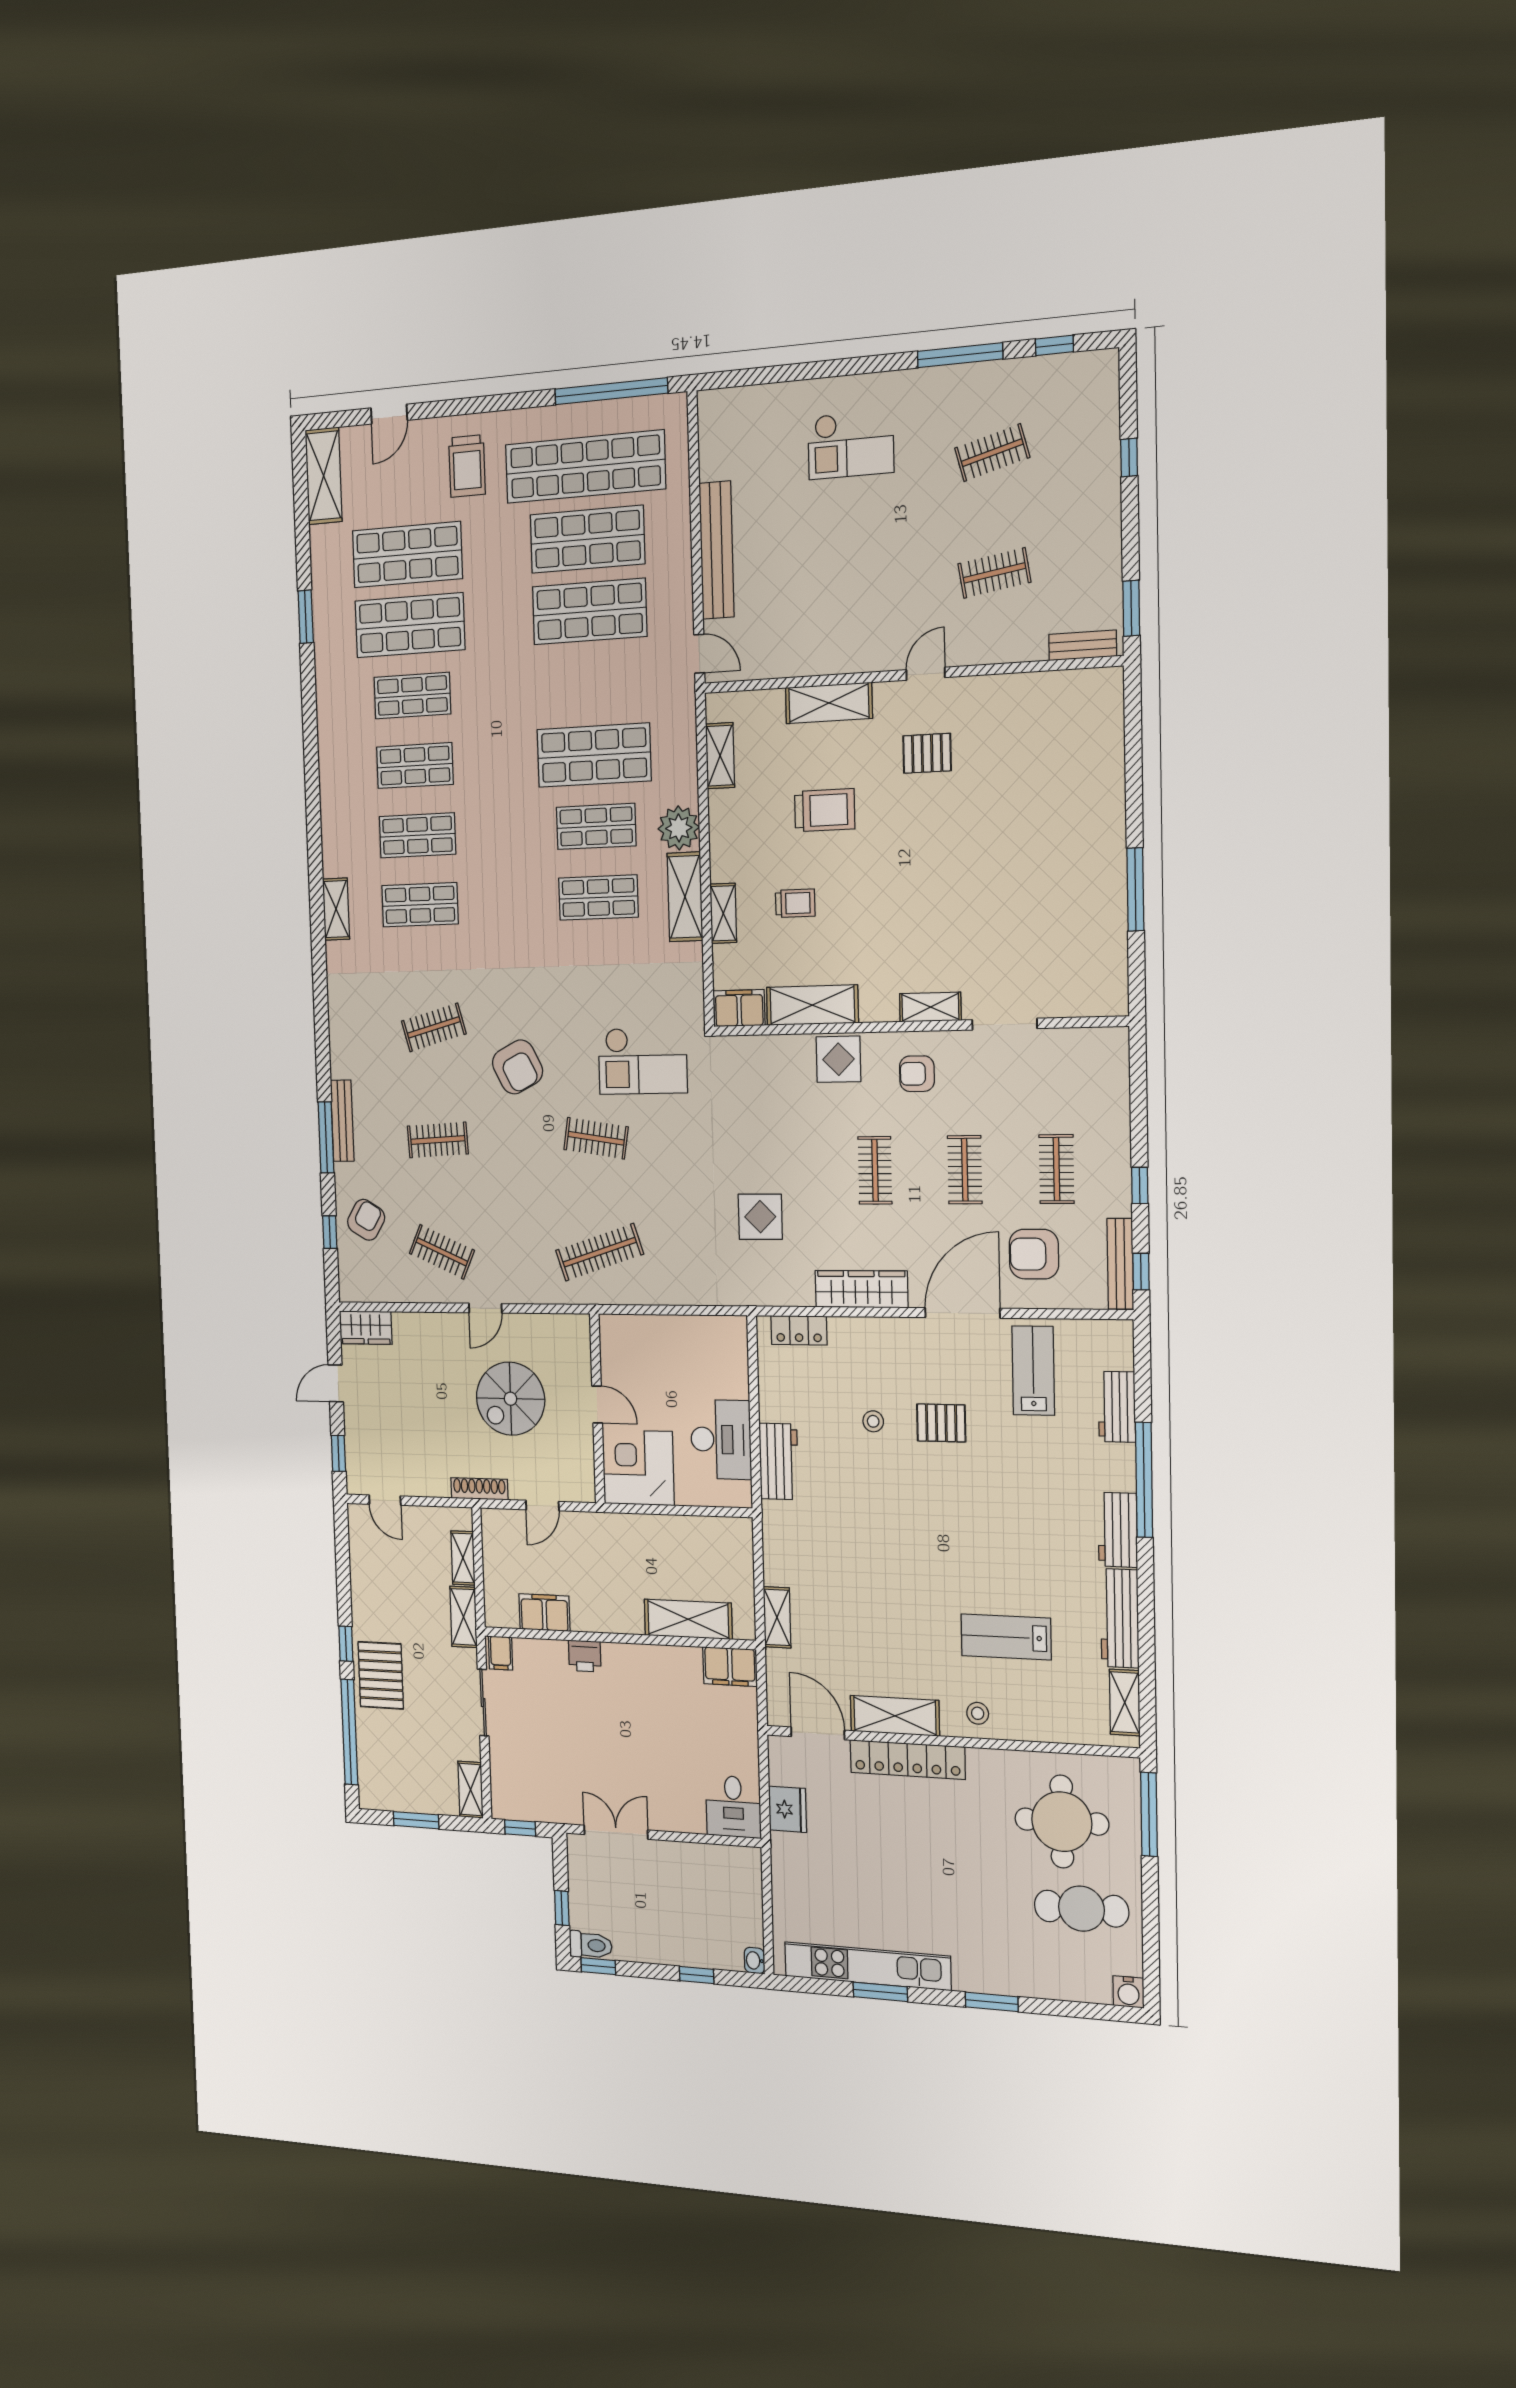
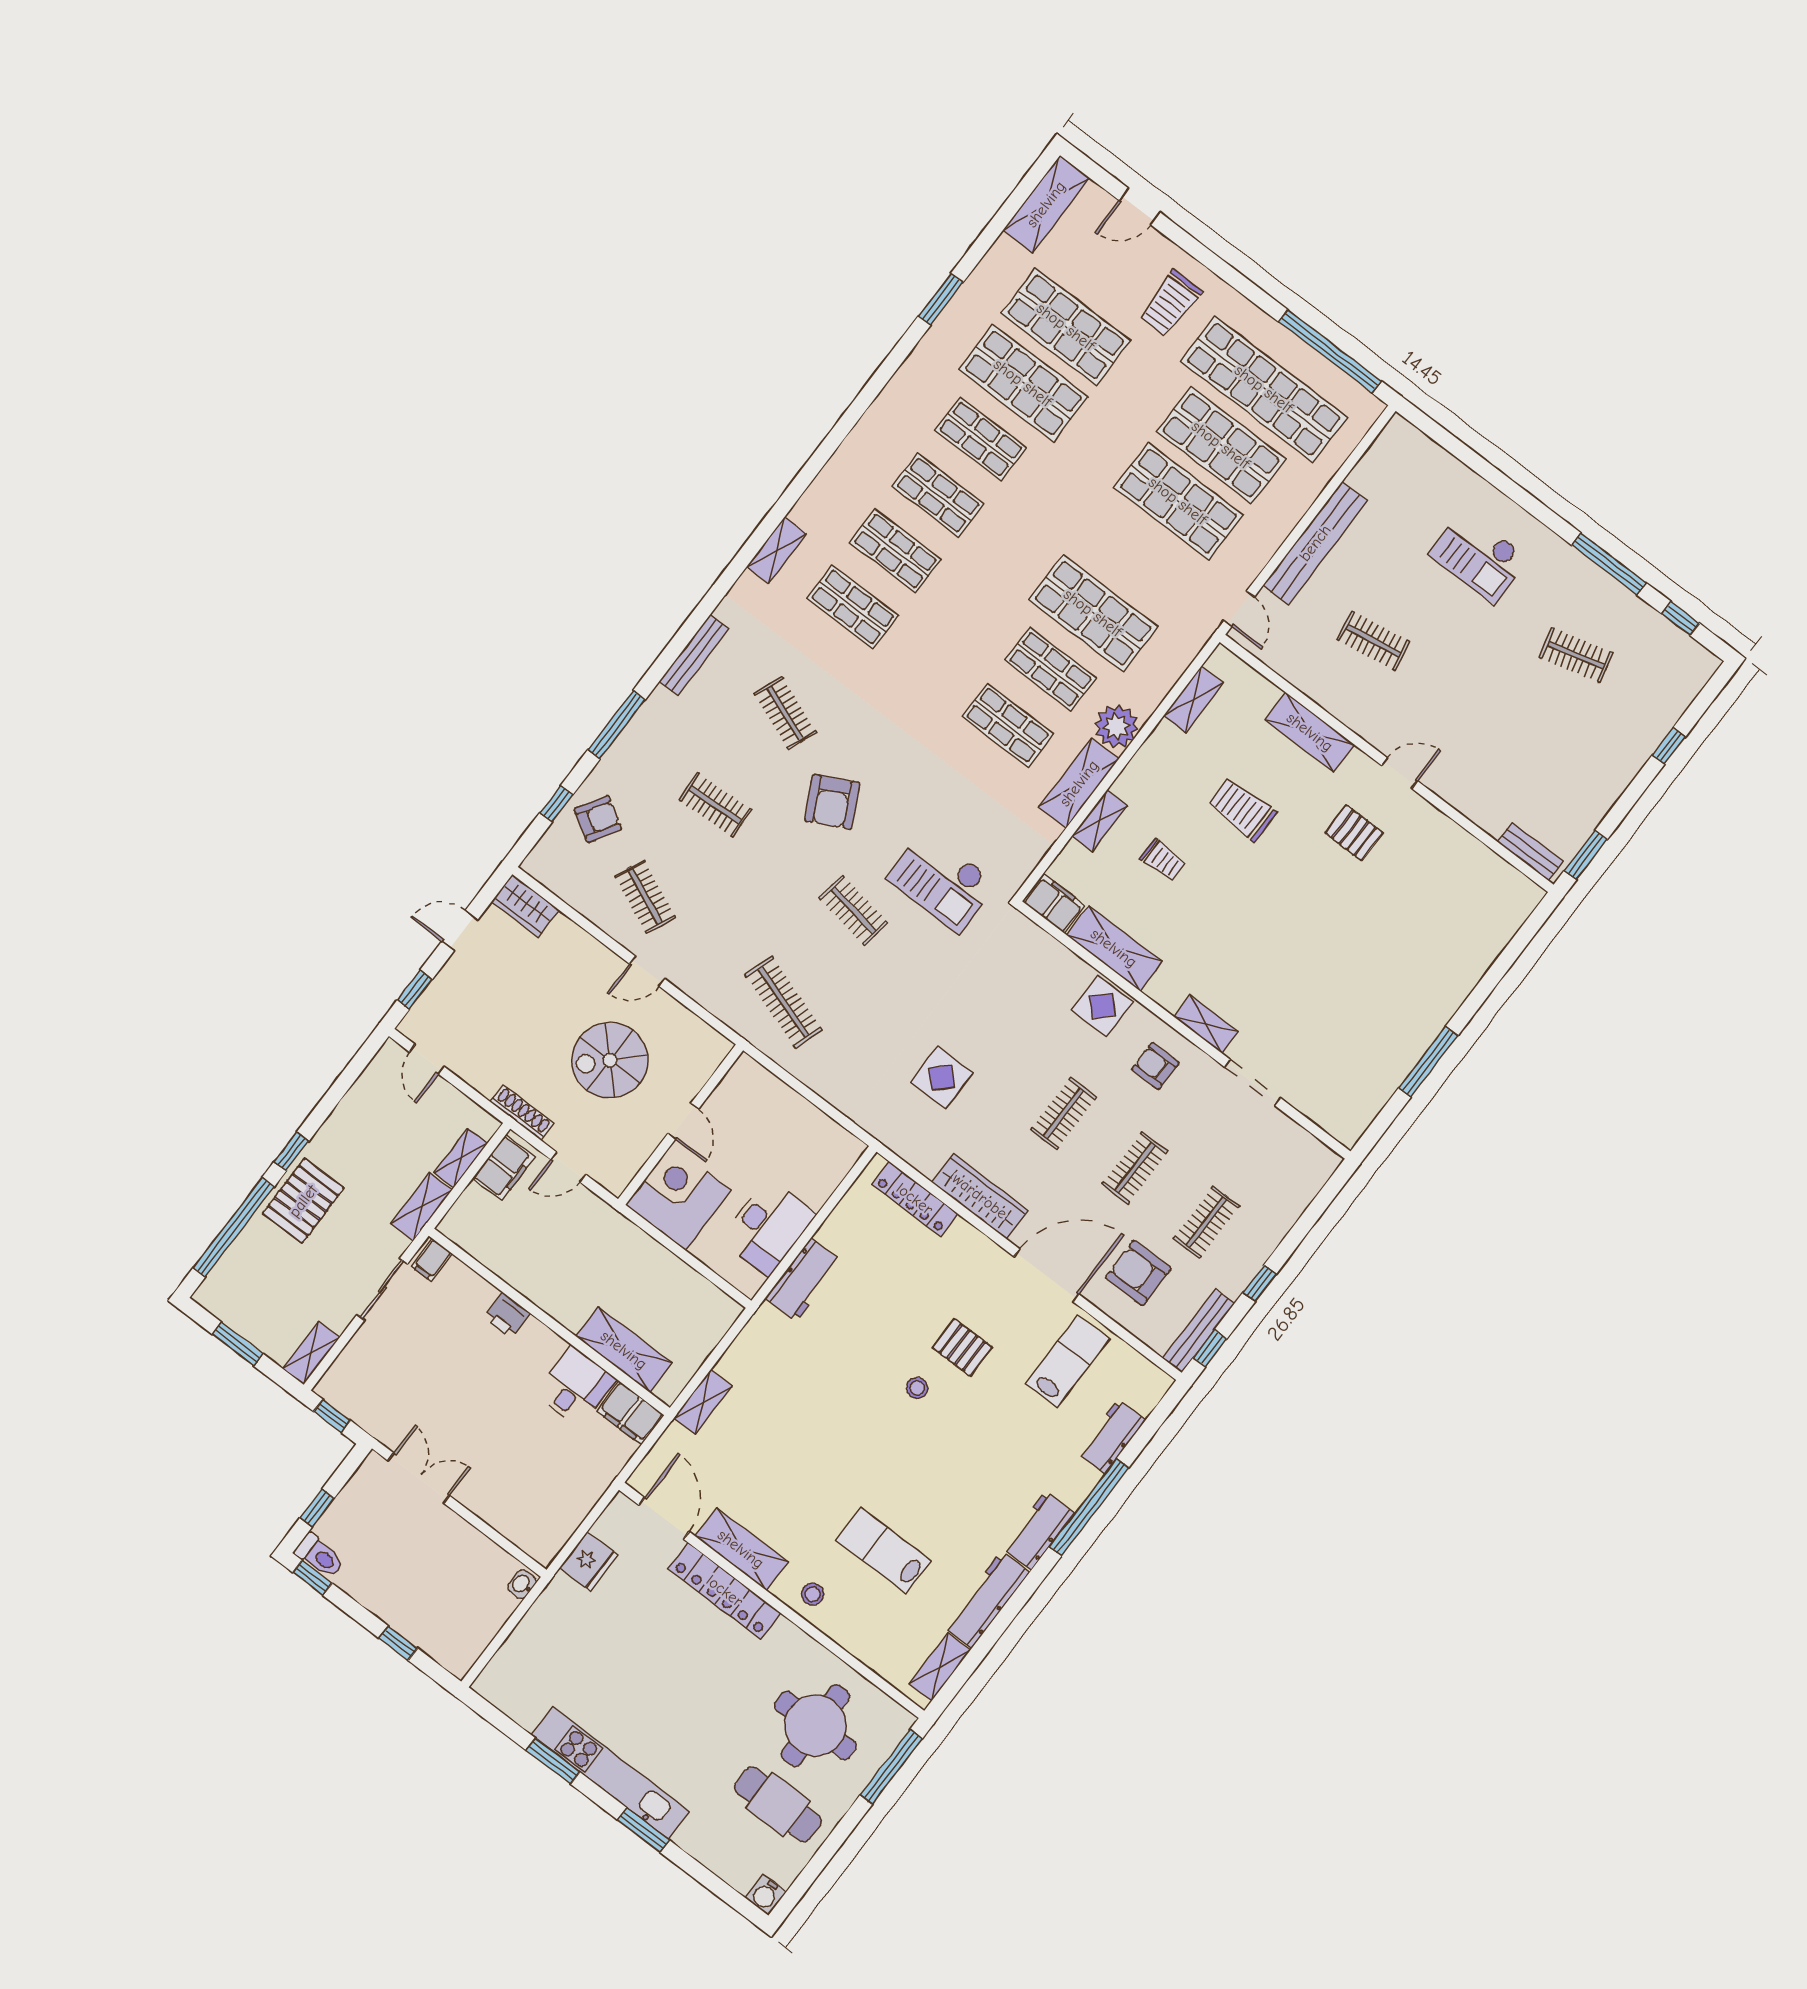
clothes rail: (994, 573) -> (1373, 641), moved
trolley: (825, 810) -> (1242, 809), turned 180
clothes rail: (434, 1027) -> (785, 713), turned 36
bench: (342, 1121) -> (694, 655), moved
clothes rail: (600, 1252) -> (784, 1002), turned 36
locker: (799, 1330) -> (915, 1199), width x1.53
stool: (873, 1421) -> (917, 1388), moved
filing cabinet: (544, 1613) -> (504, 1168), moved, turned 90
desk: (733, 1807) -> (575, 1387), moved, turned 180
washbasin: (755, 1961) -> (522, 1584), moved
kitchen unit: (867, 1966) -> (610, 1773), moved

